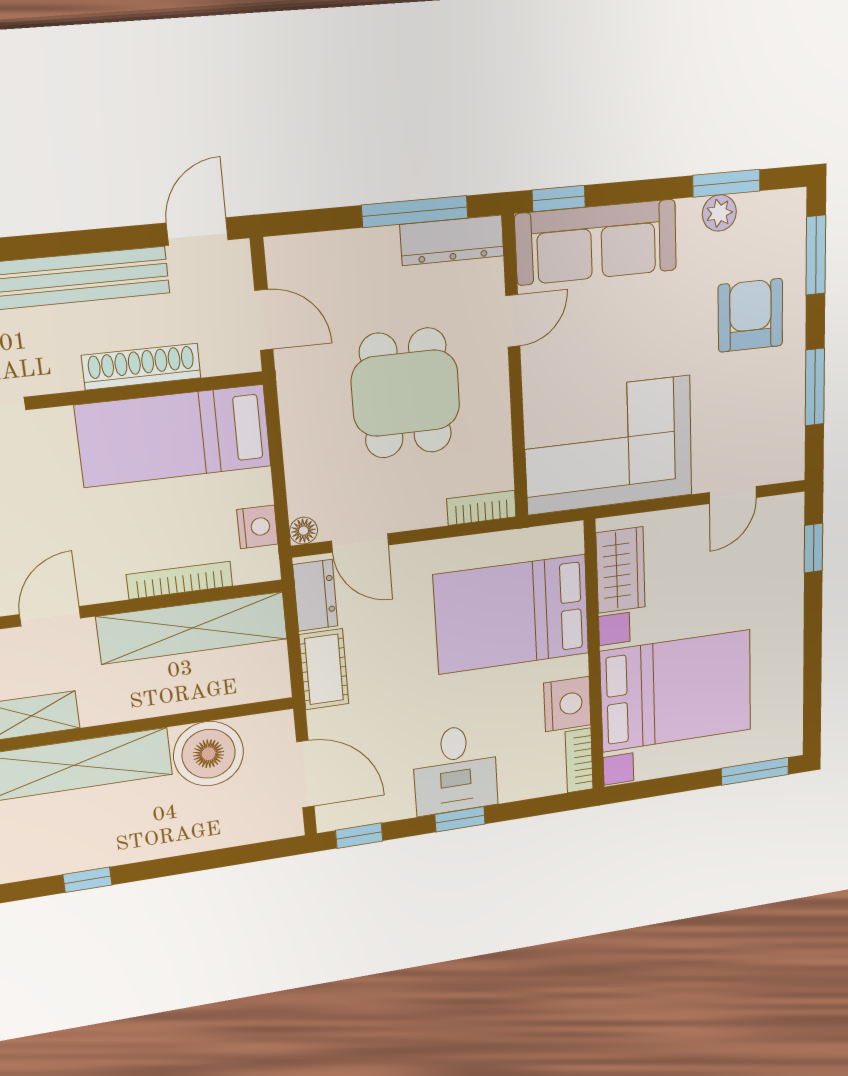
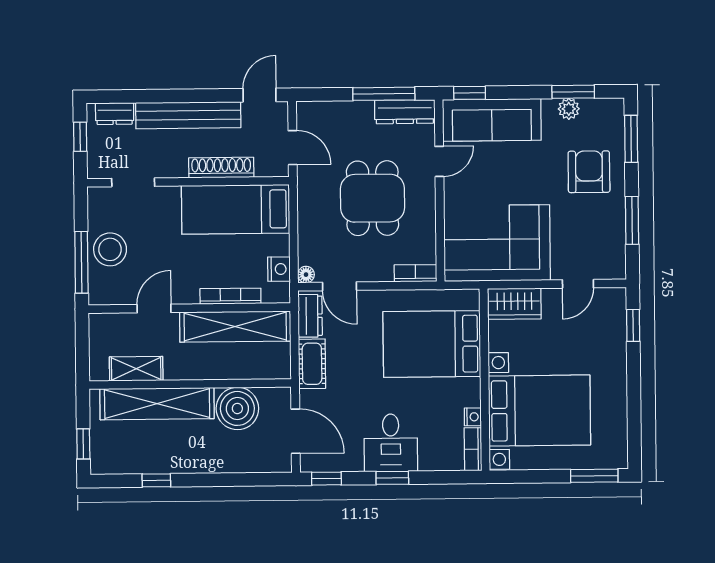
wardrobe: (621, 570) -> (514, 304), moved, turned 90
nightstand: (567, 704) -> (473, 417), width x0.53, depth x0.56

